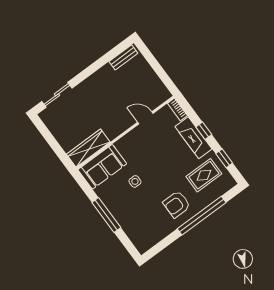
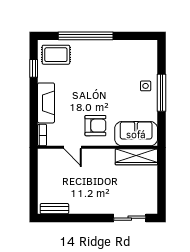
window: (204, 131) -> (34, 102), removed
rug: (204, 175) -> (56, 55), moved
side table: (135, 181) -> (146, 86), moved
armchair: (177, 204) -> (95, 126), moved

